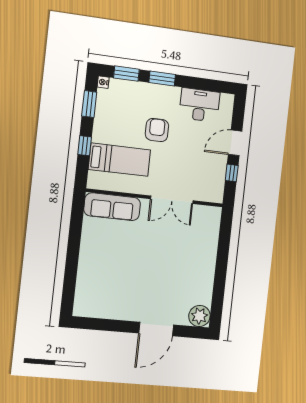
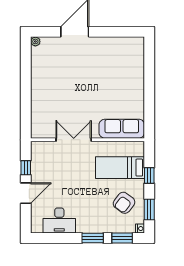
armchair: (157, 130) -> (124, 203), moved, turned 37
plant: (199, 316) -> (35, 41), width x0.53, depth x0.53

